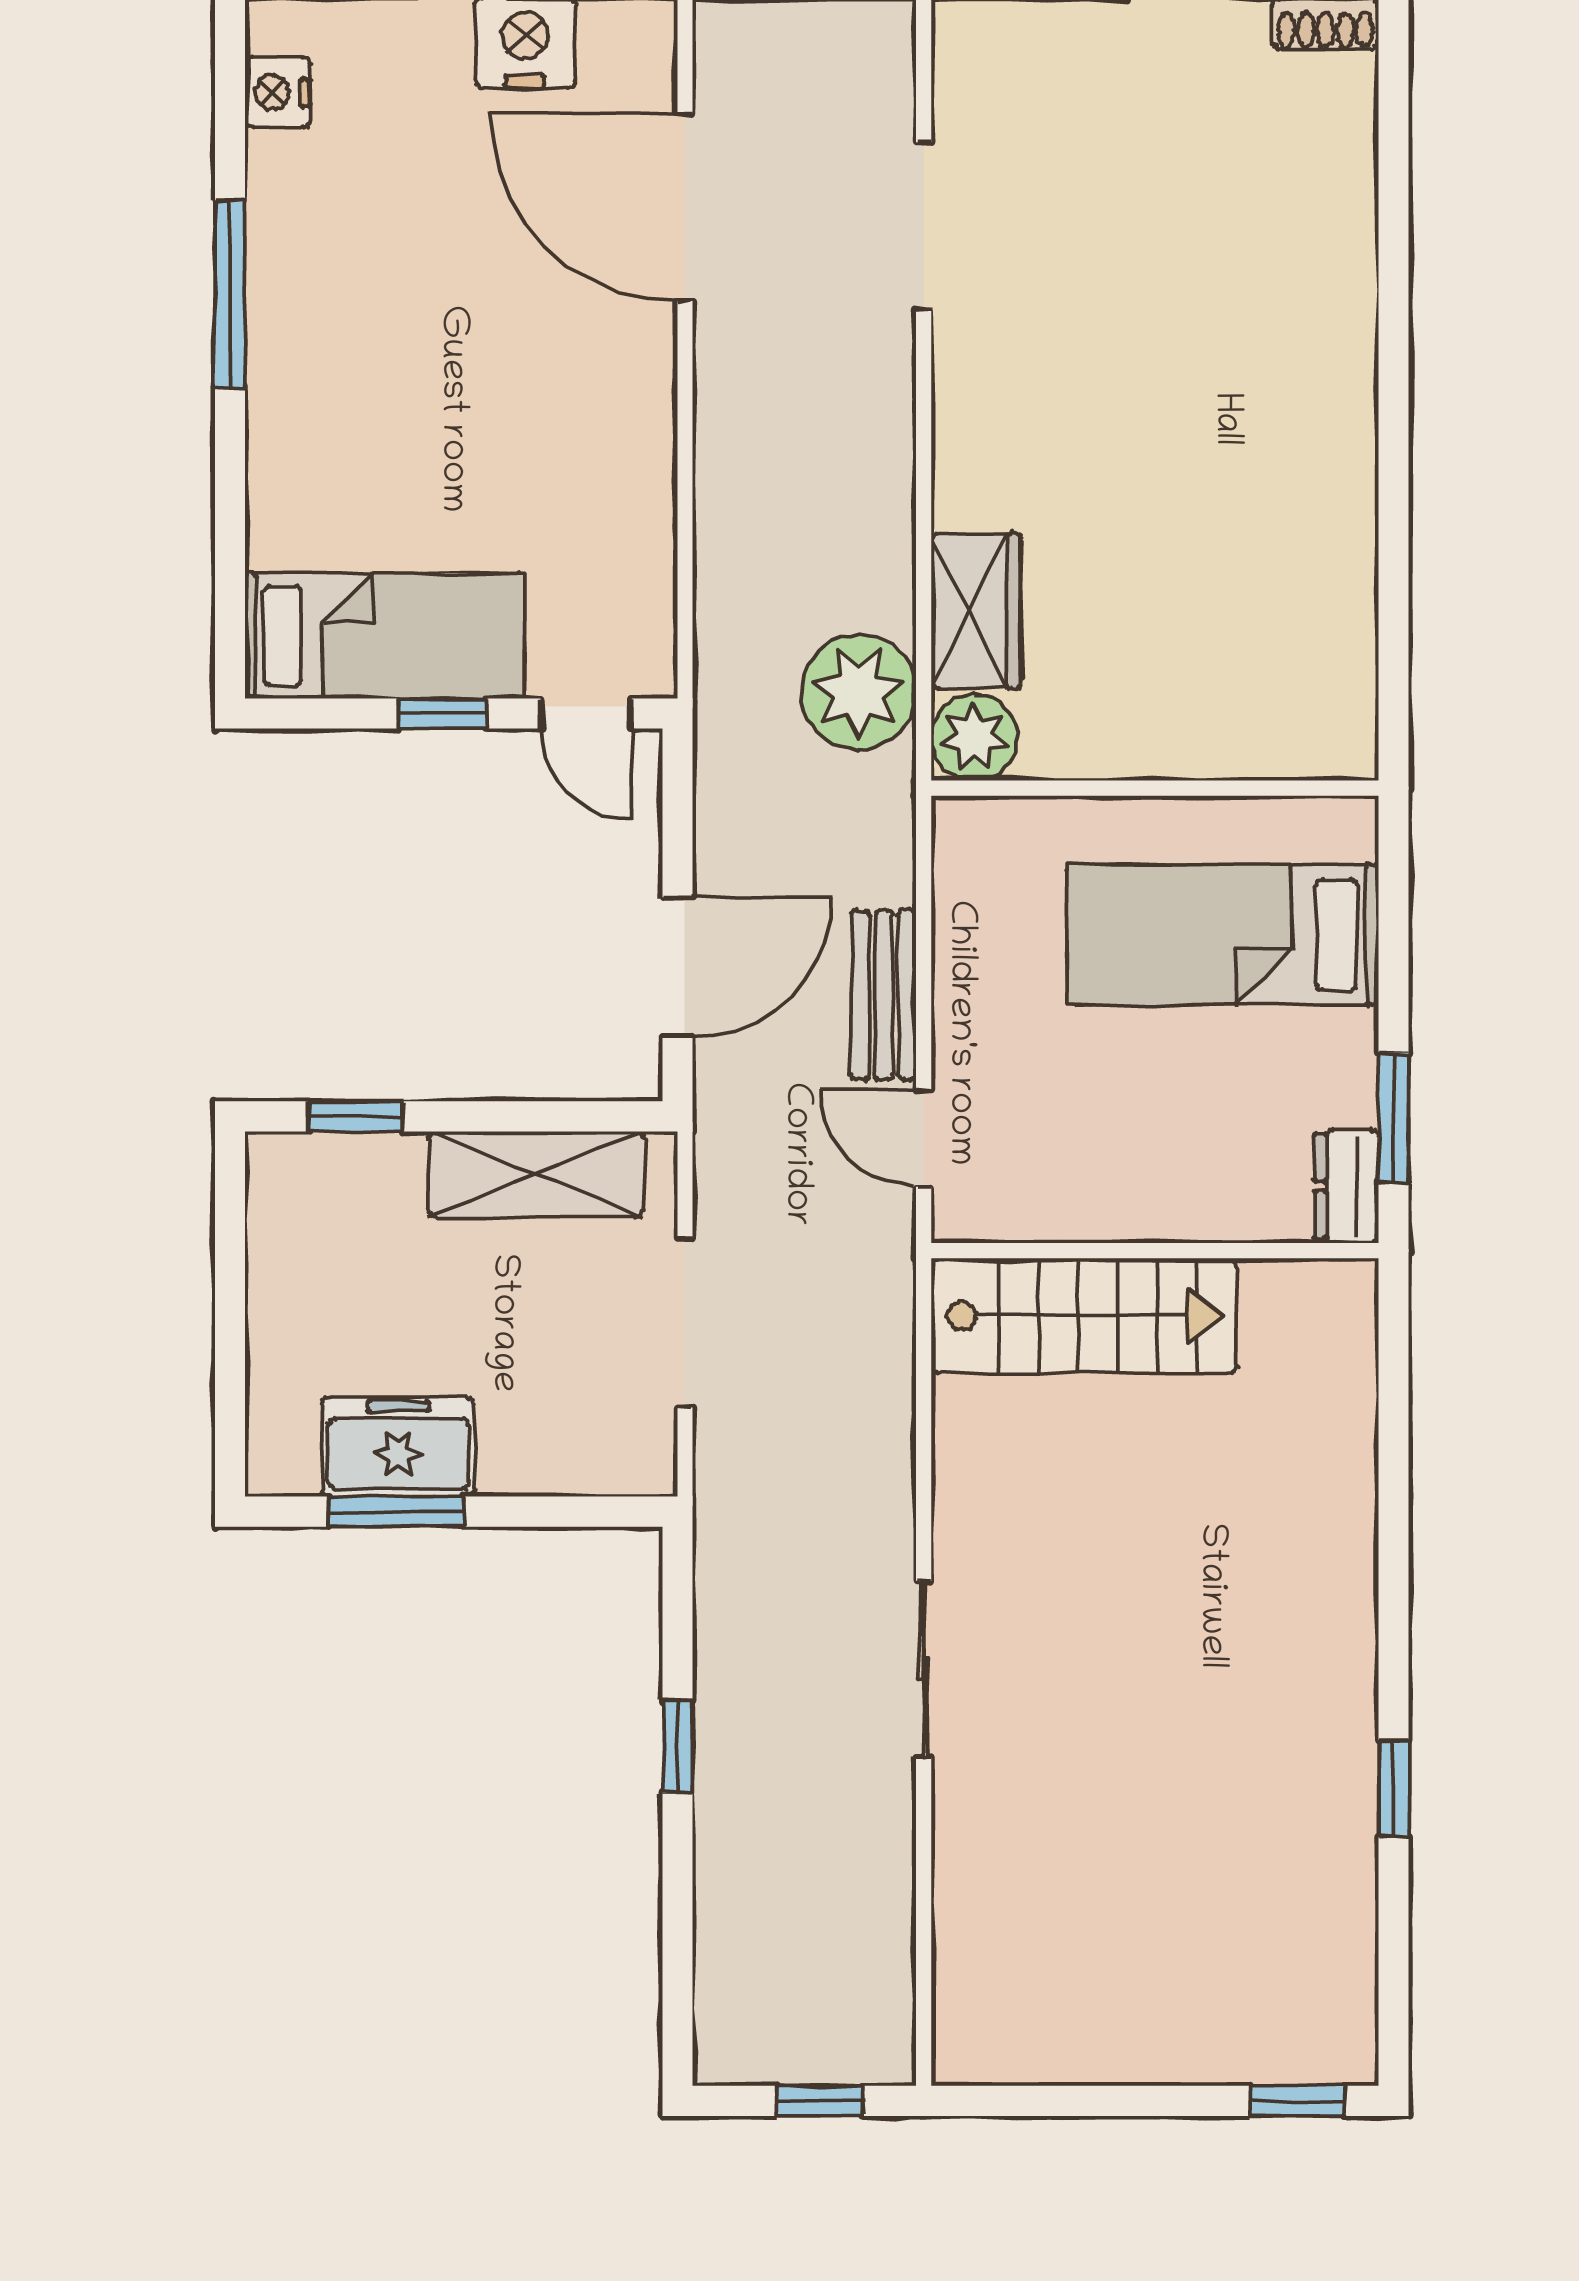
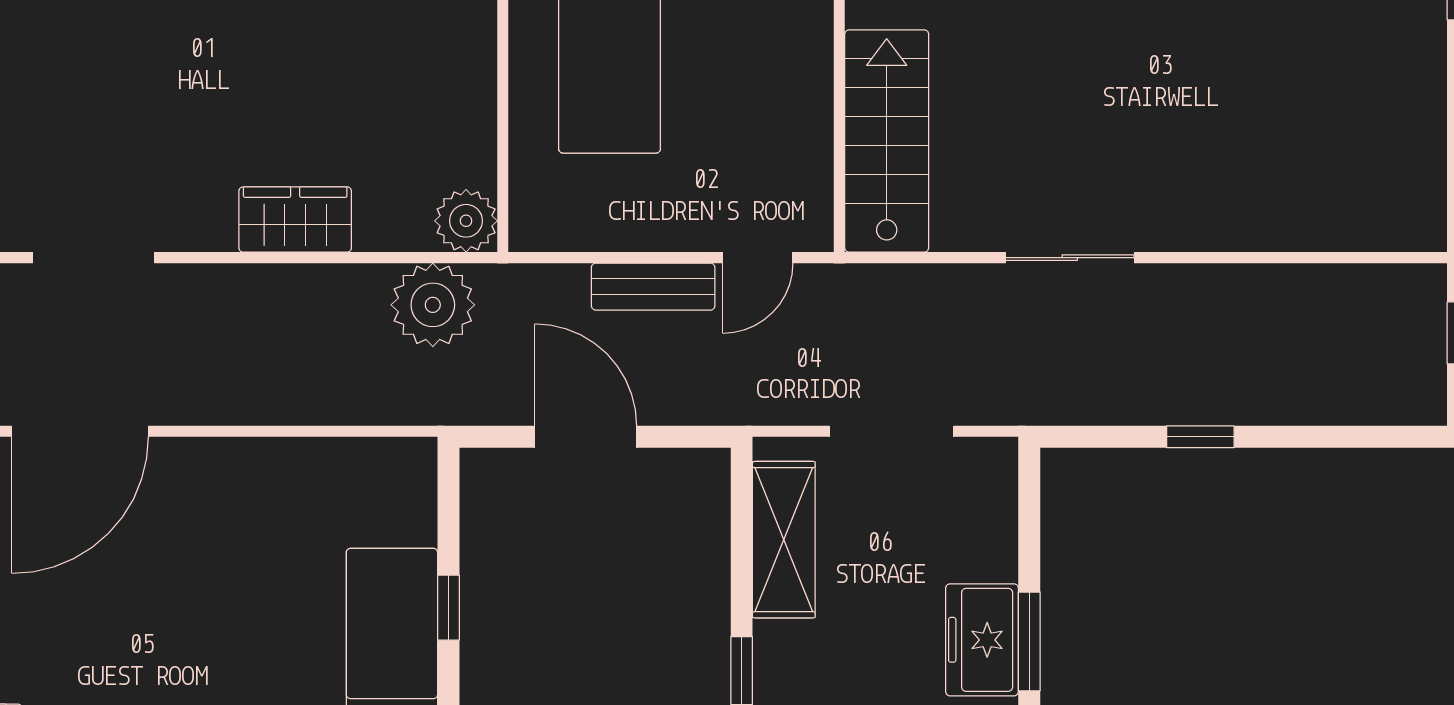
wardrobe: (976, 611) -> (295, 220), moved
door: (586, 714) -> (449, 503), removed
door: (678, 967) -> (586, 437), moved
sliding door: (924, 1669) -> (1070, 258), moved

